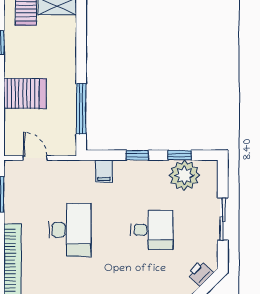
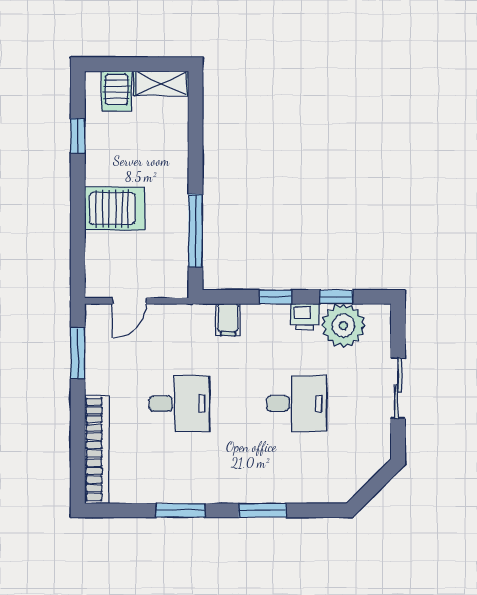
door: (35, 158) -> (130, 301), swing flipped
desk: (70, 230) -> (179, 404), width x0.73
printer: (200, 273) -> (305, 317), moved, turned -135

